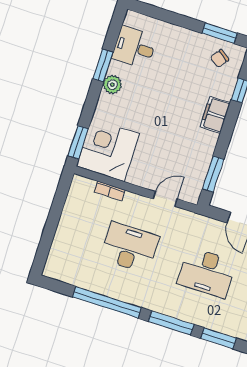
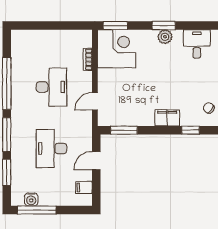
window: (103, 65) -> (164, 25), moved
door: (165, 199) -> (95, 101), swing flipped

